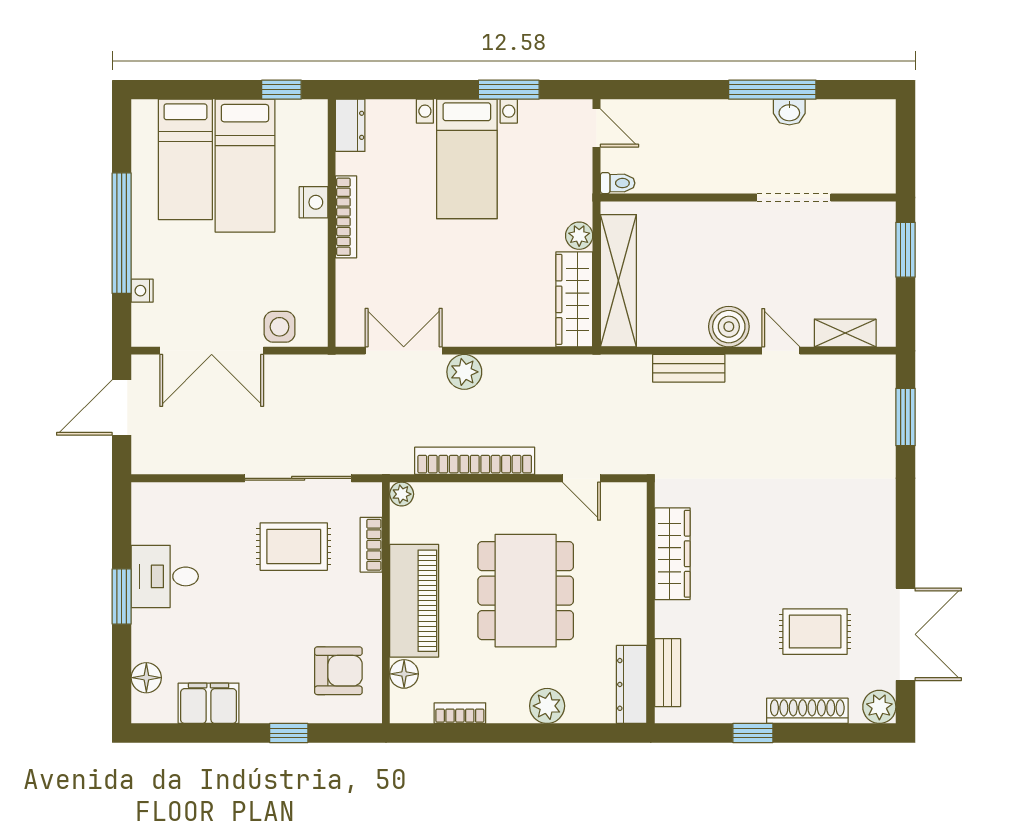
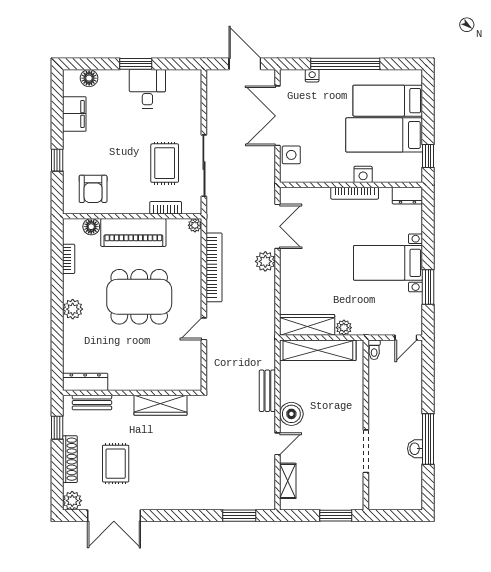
wardrobe: (672, 554) -> (160, 405), moved
wall: (651, 603) -> (132, 393), moved
bench: (668, 673) -> (92, 403), moved
dresser: (632, 684) -> (85, 382), moved

